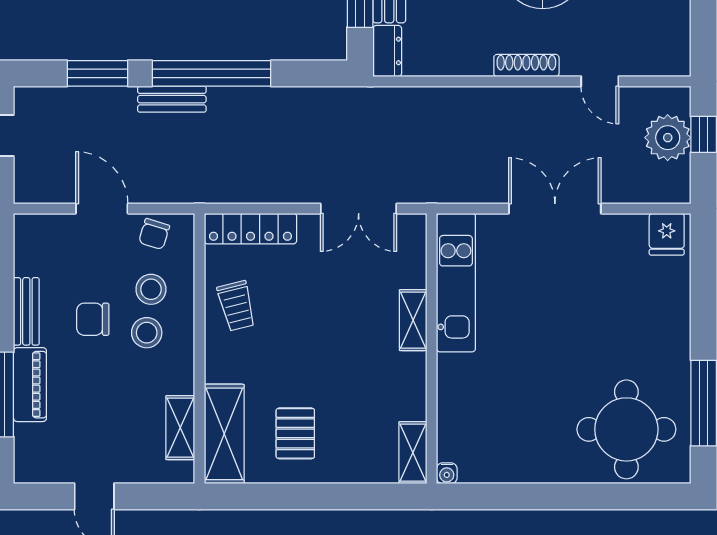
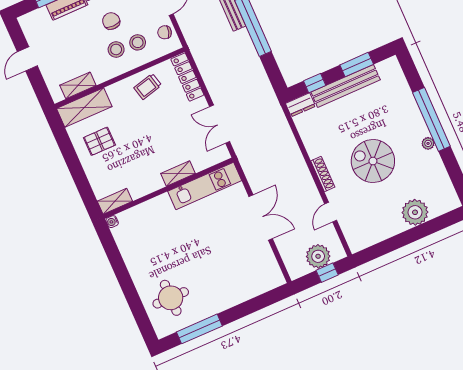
fridge: (667, 234) -> (272, 276), removed
round table: (626, 429) -> (171, 298), width x0.73, depth x0.73

